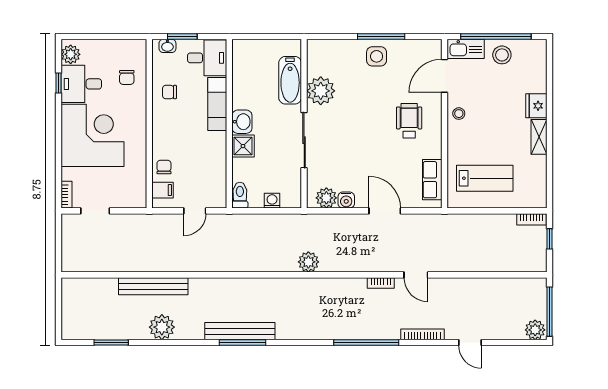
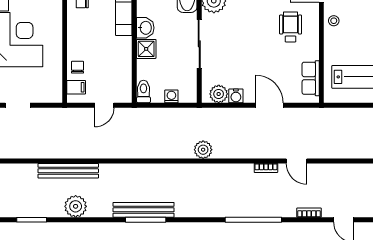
bookcase: (423, 334) -> (309, 213), width x0.64

